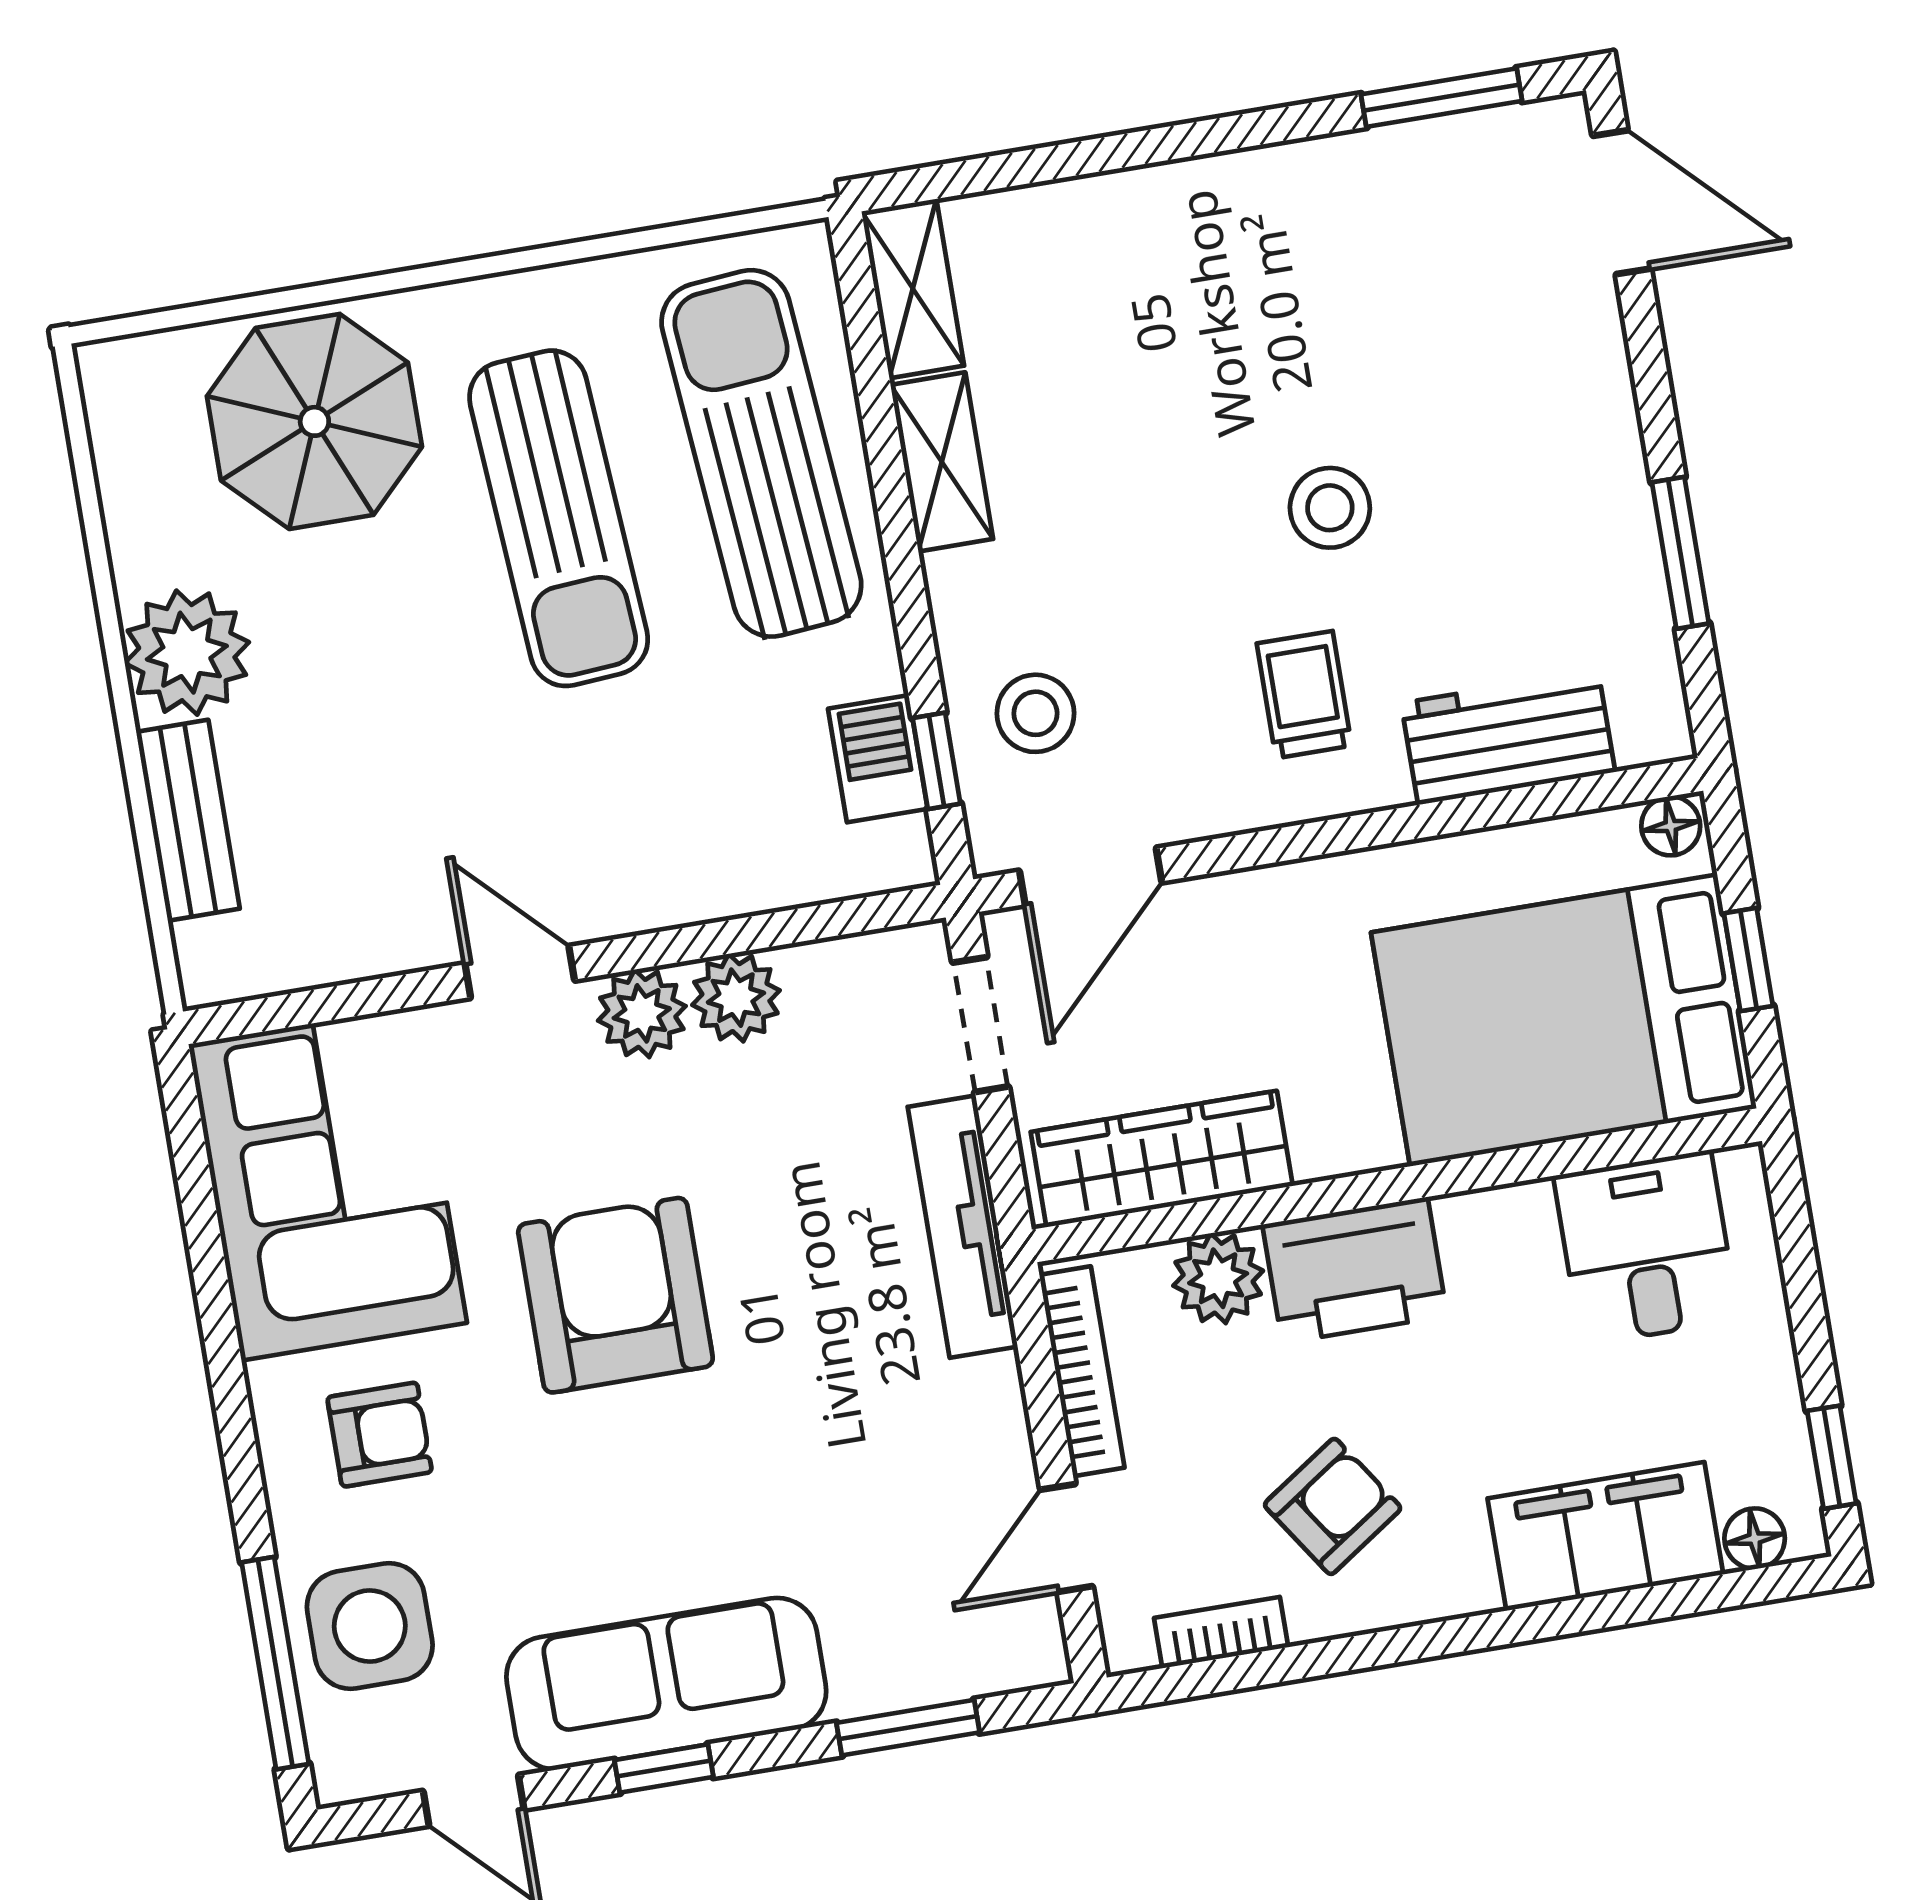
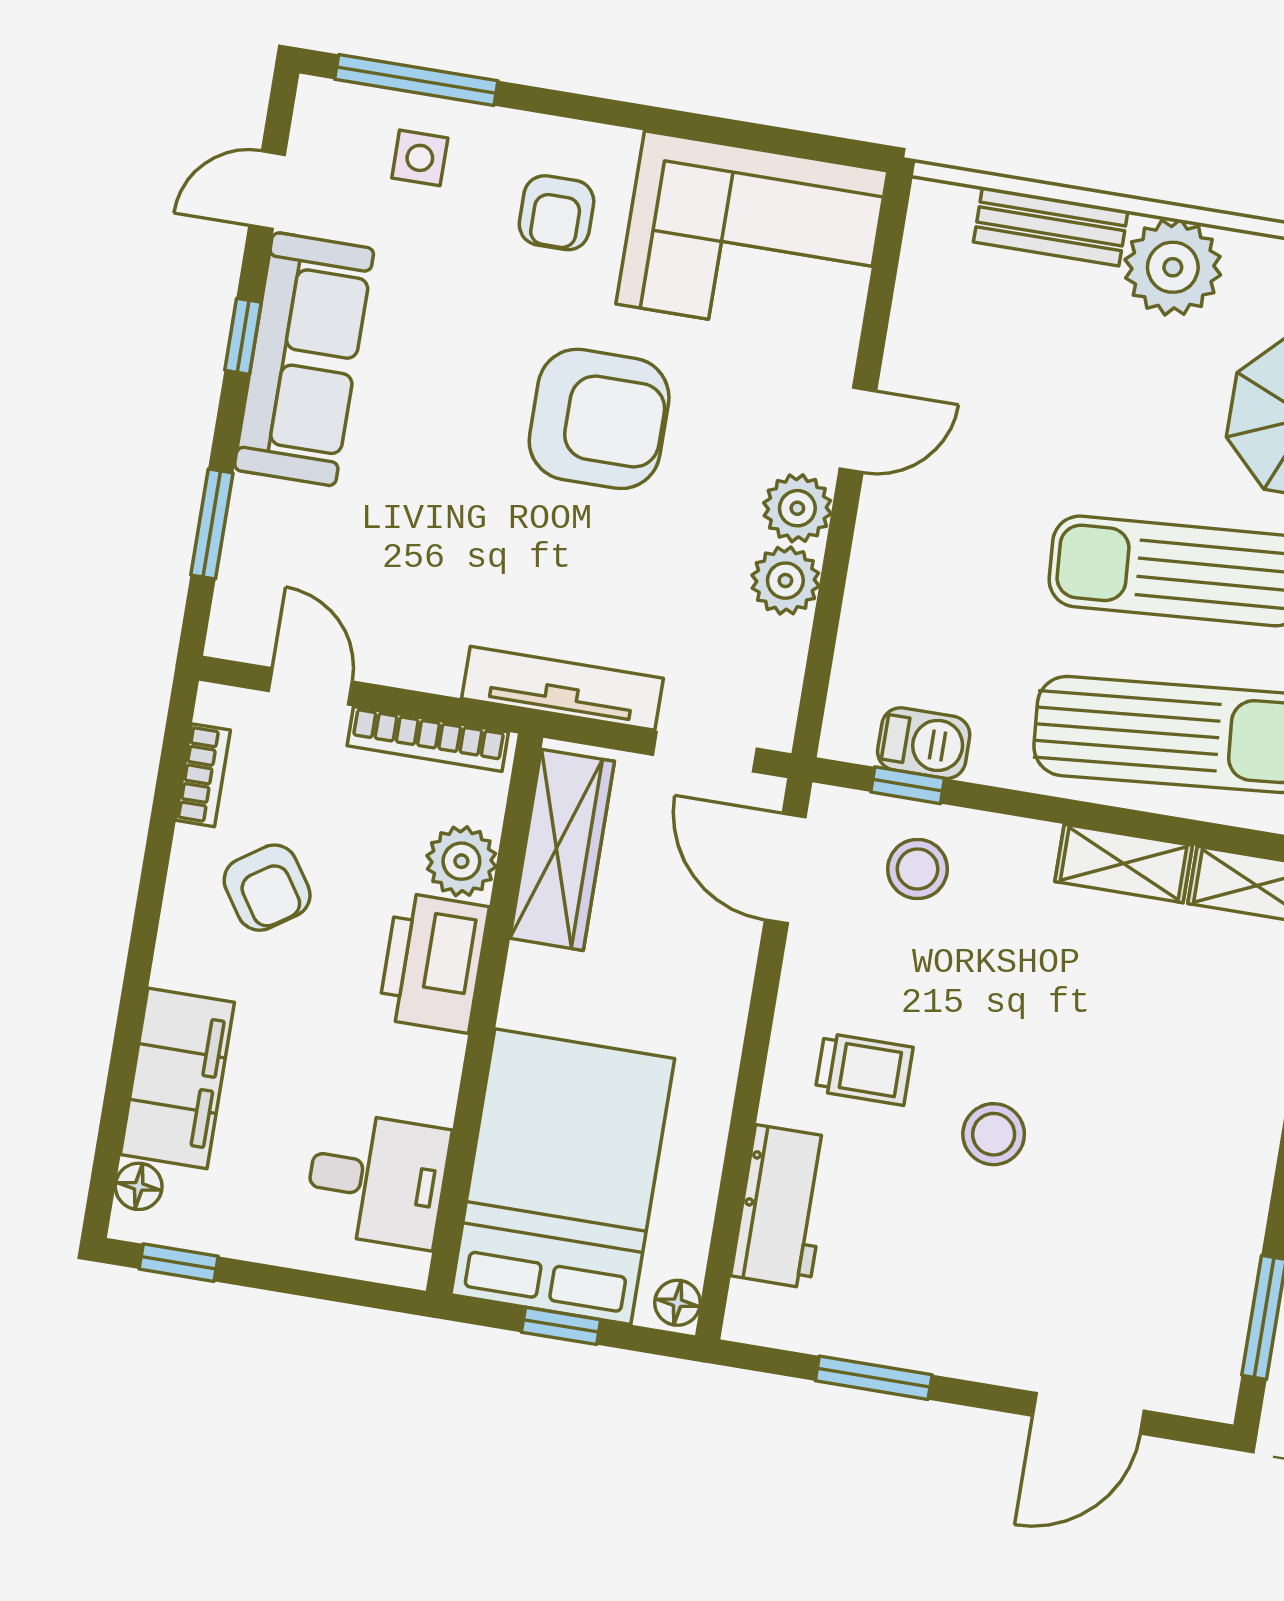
door: (1622, 202) -> (1088, 1413), moved
side table: (370, 1626) -> (420, 158), width x0.54, depth x0.54

